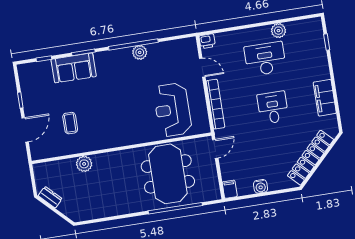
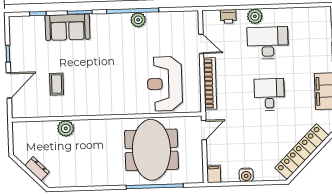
plant: (278, 31) -> (255, 16), moved
printer: (207, 41) -> (228, 16), moved
dresser: (50, 197) -> (37, 169), moved

